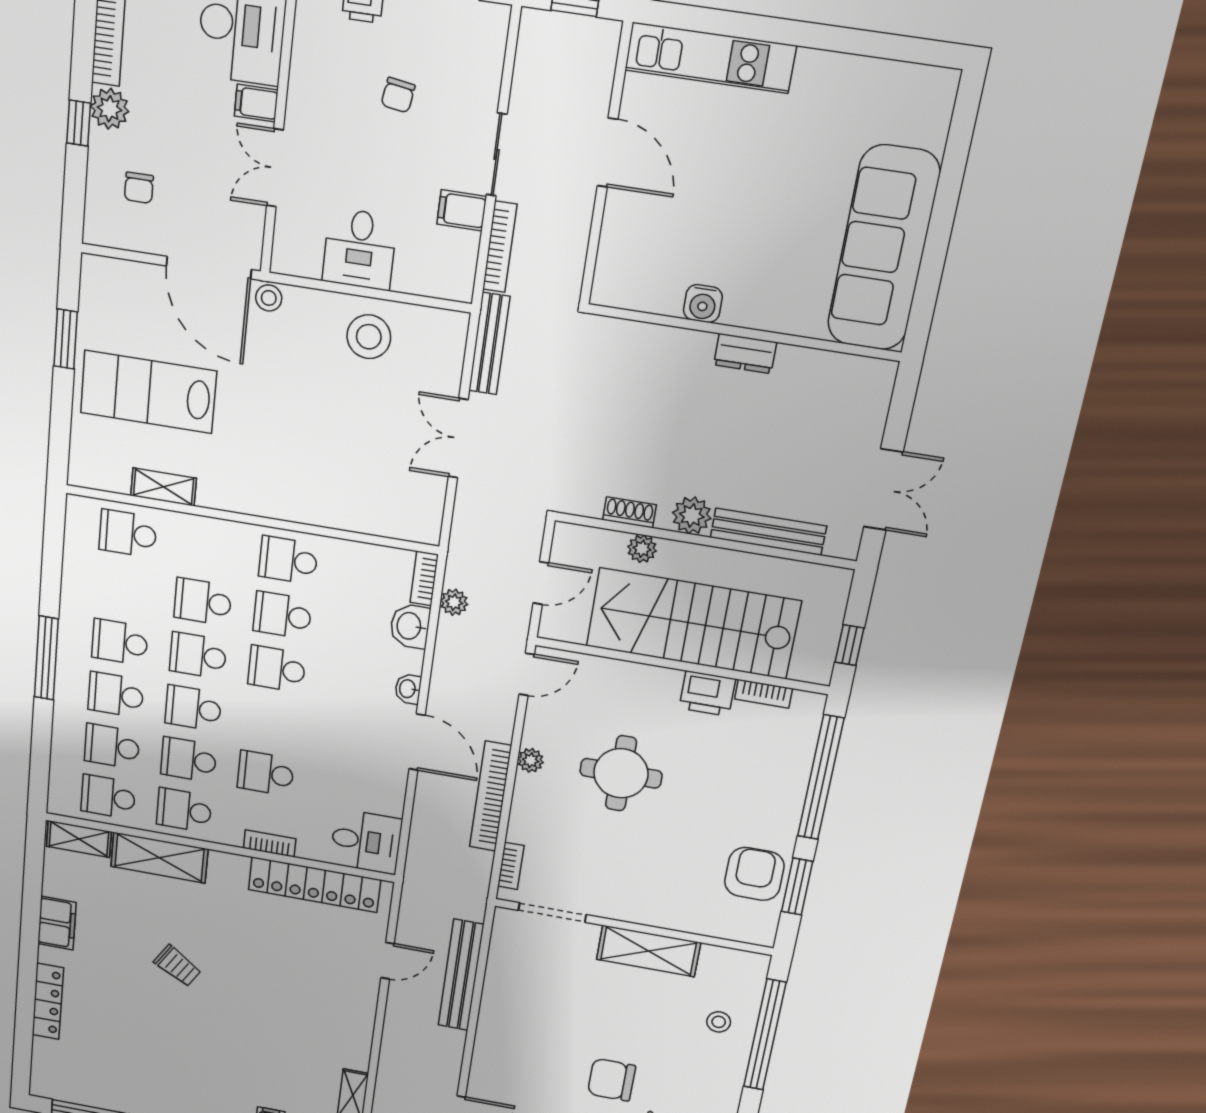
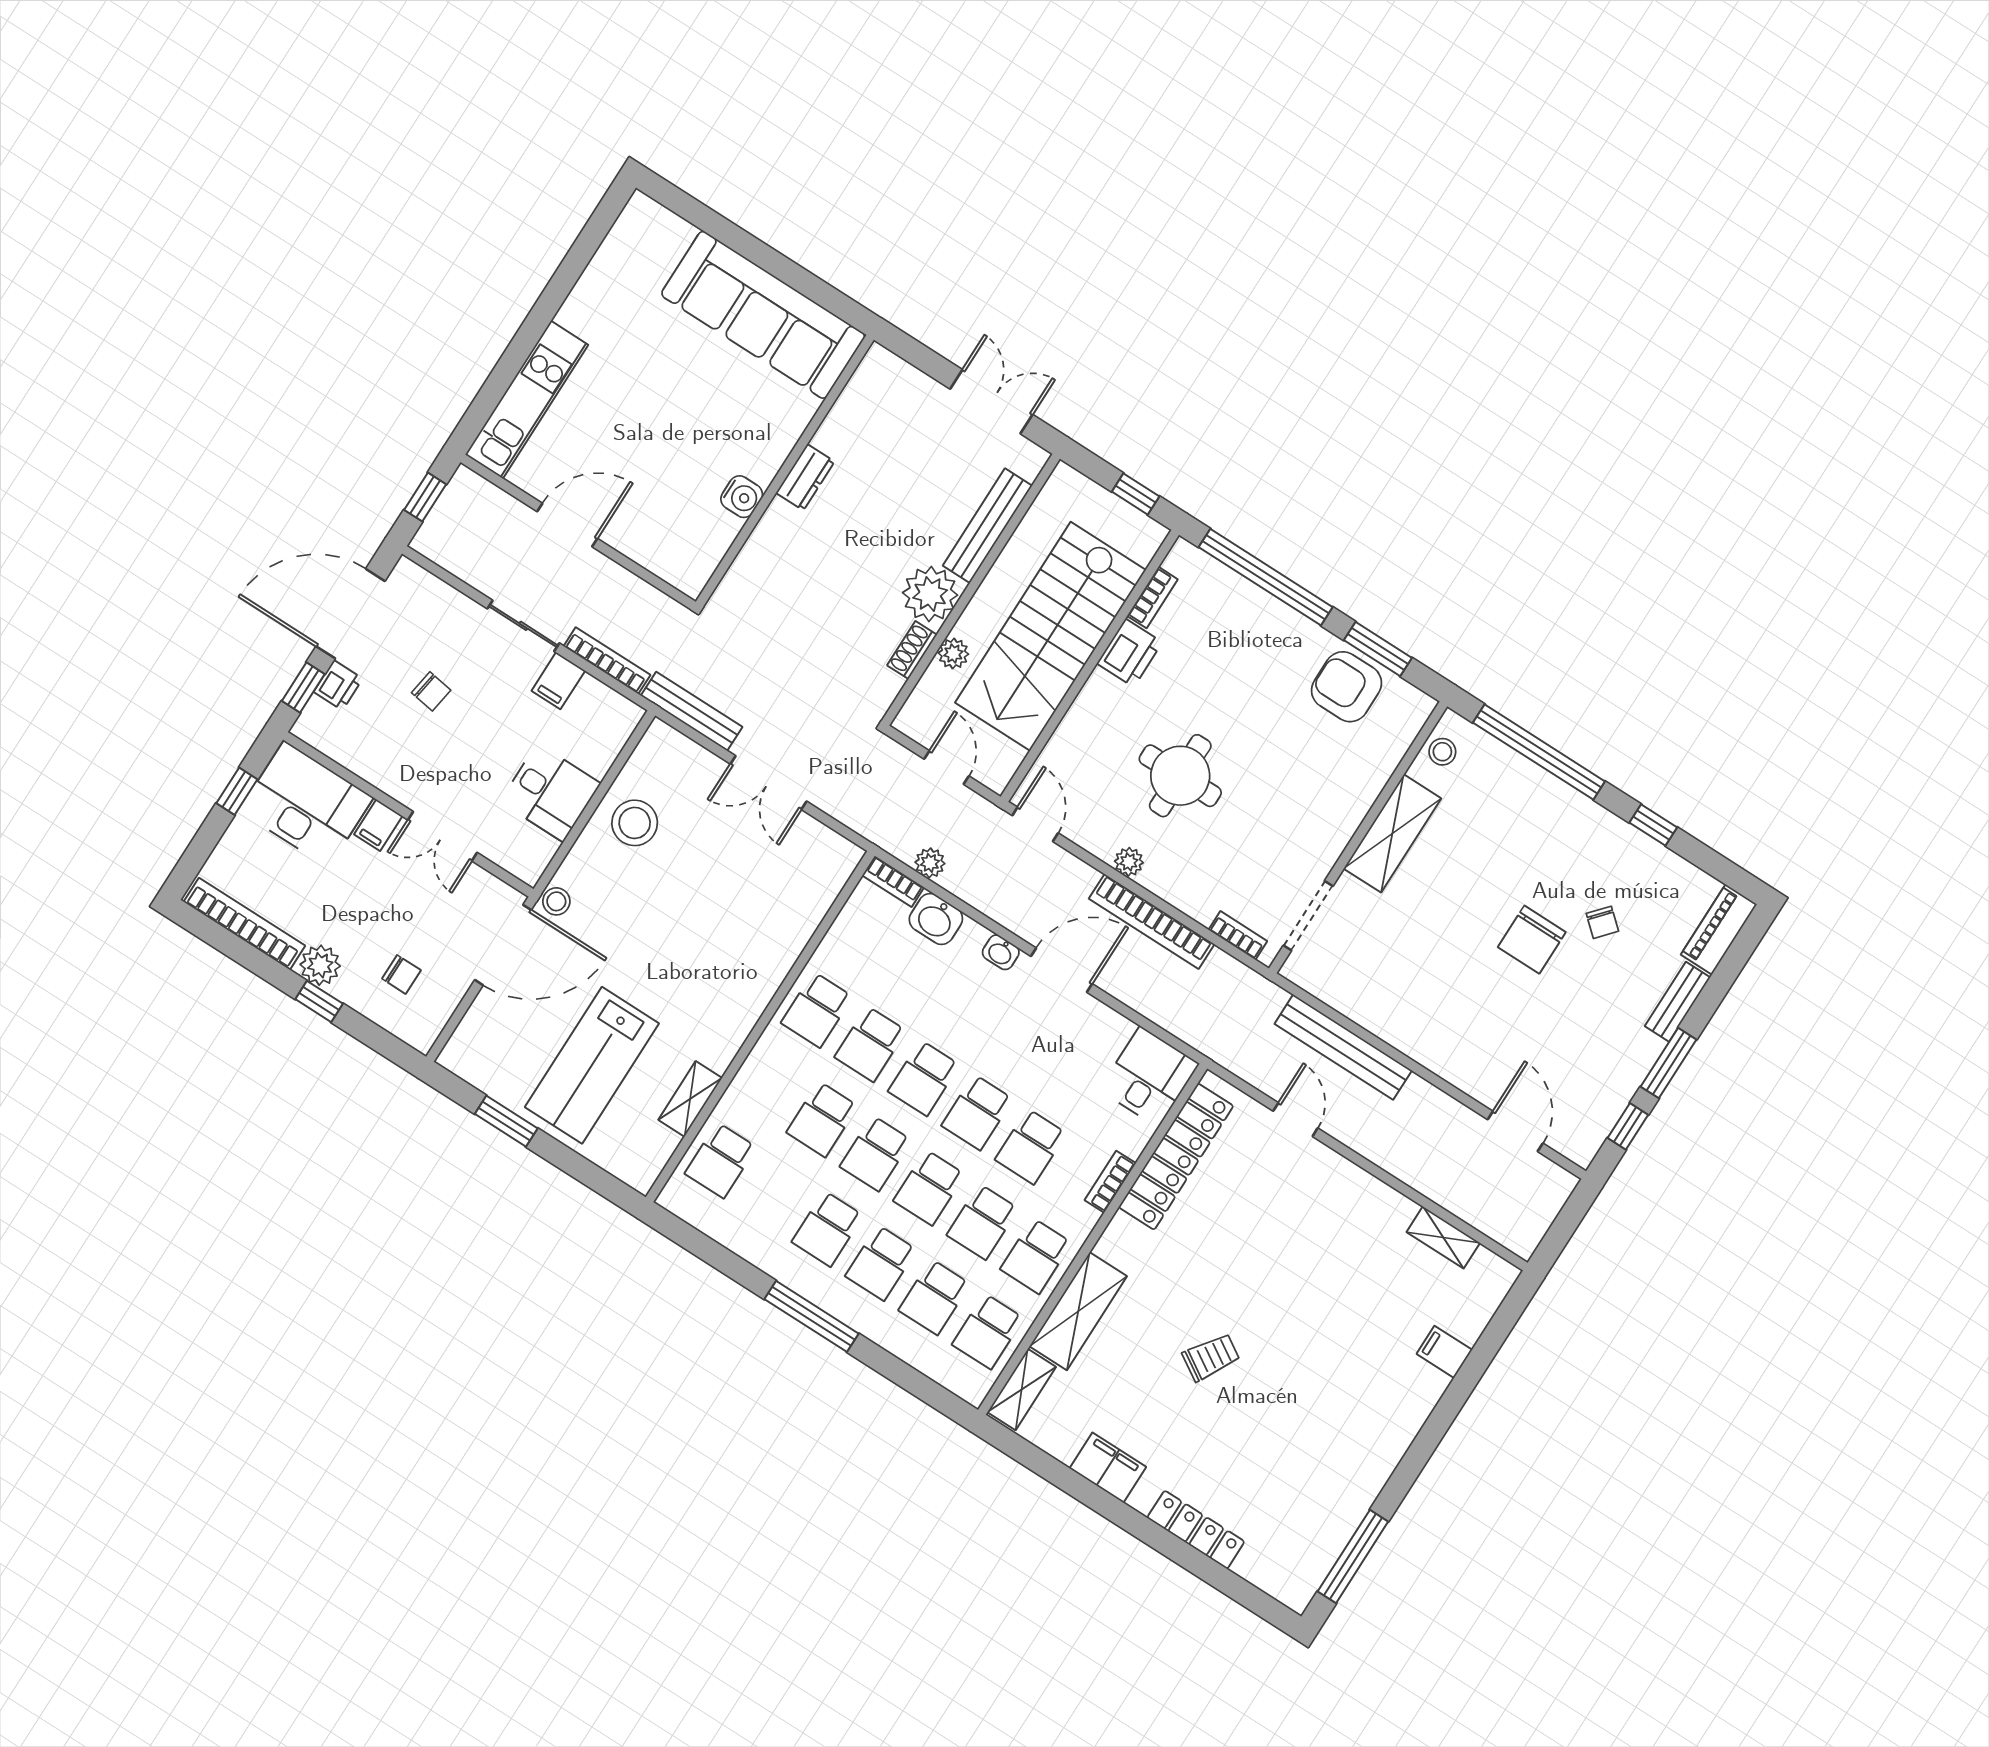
plant: (692, 515) -> (930, 594), width x1.36, depth x1.36
school desk: (271, 722) -> (977, 1112), added
stool: (719, 1022) -> (1442, 752), moved

